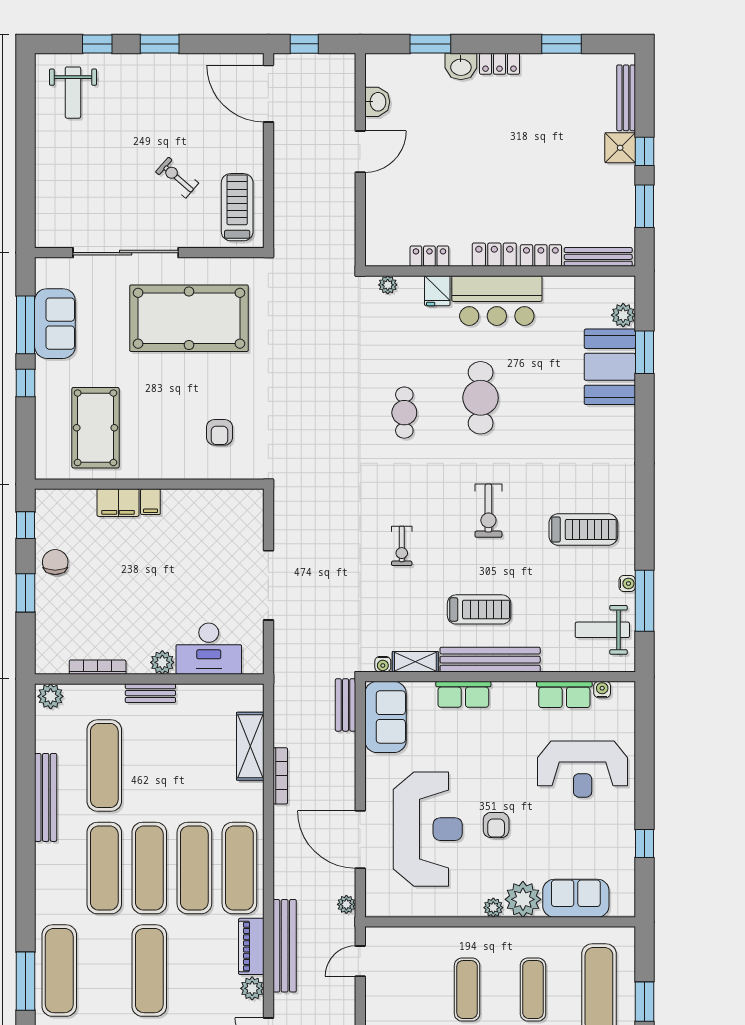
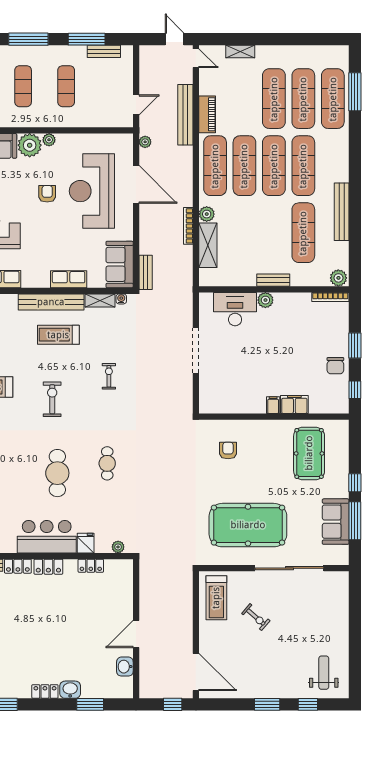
bookcase: (98, 667) -> (330, 297), moved
exercise mat: (104, 971) -> (303, 99), added
plant: (252, 988) -> (207, 214), moved

